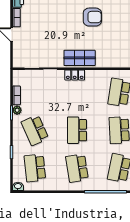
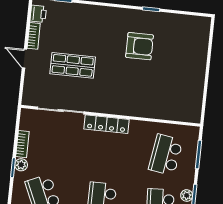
shop shelf: (80, 58) -> (73, 65), moved
locker: (75, 75) -> (106, 124), width x1.53

